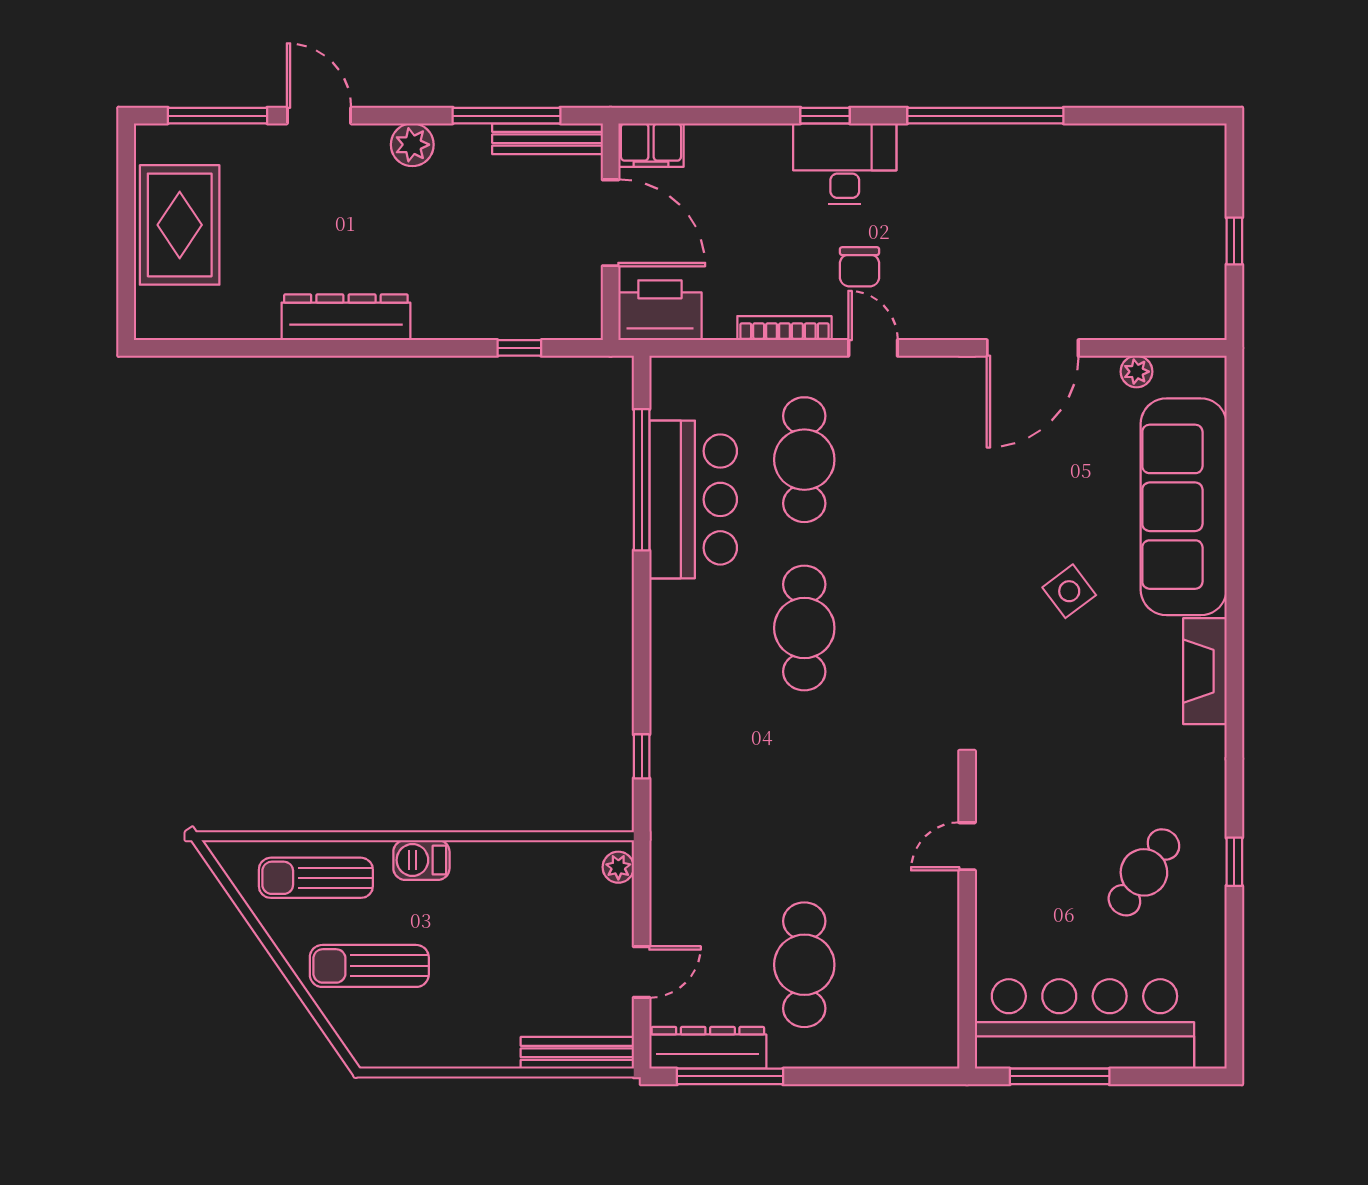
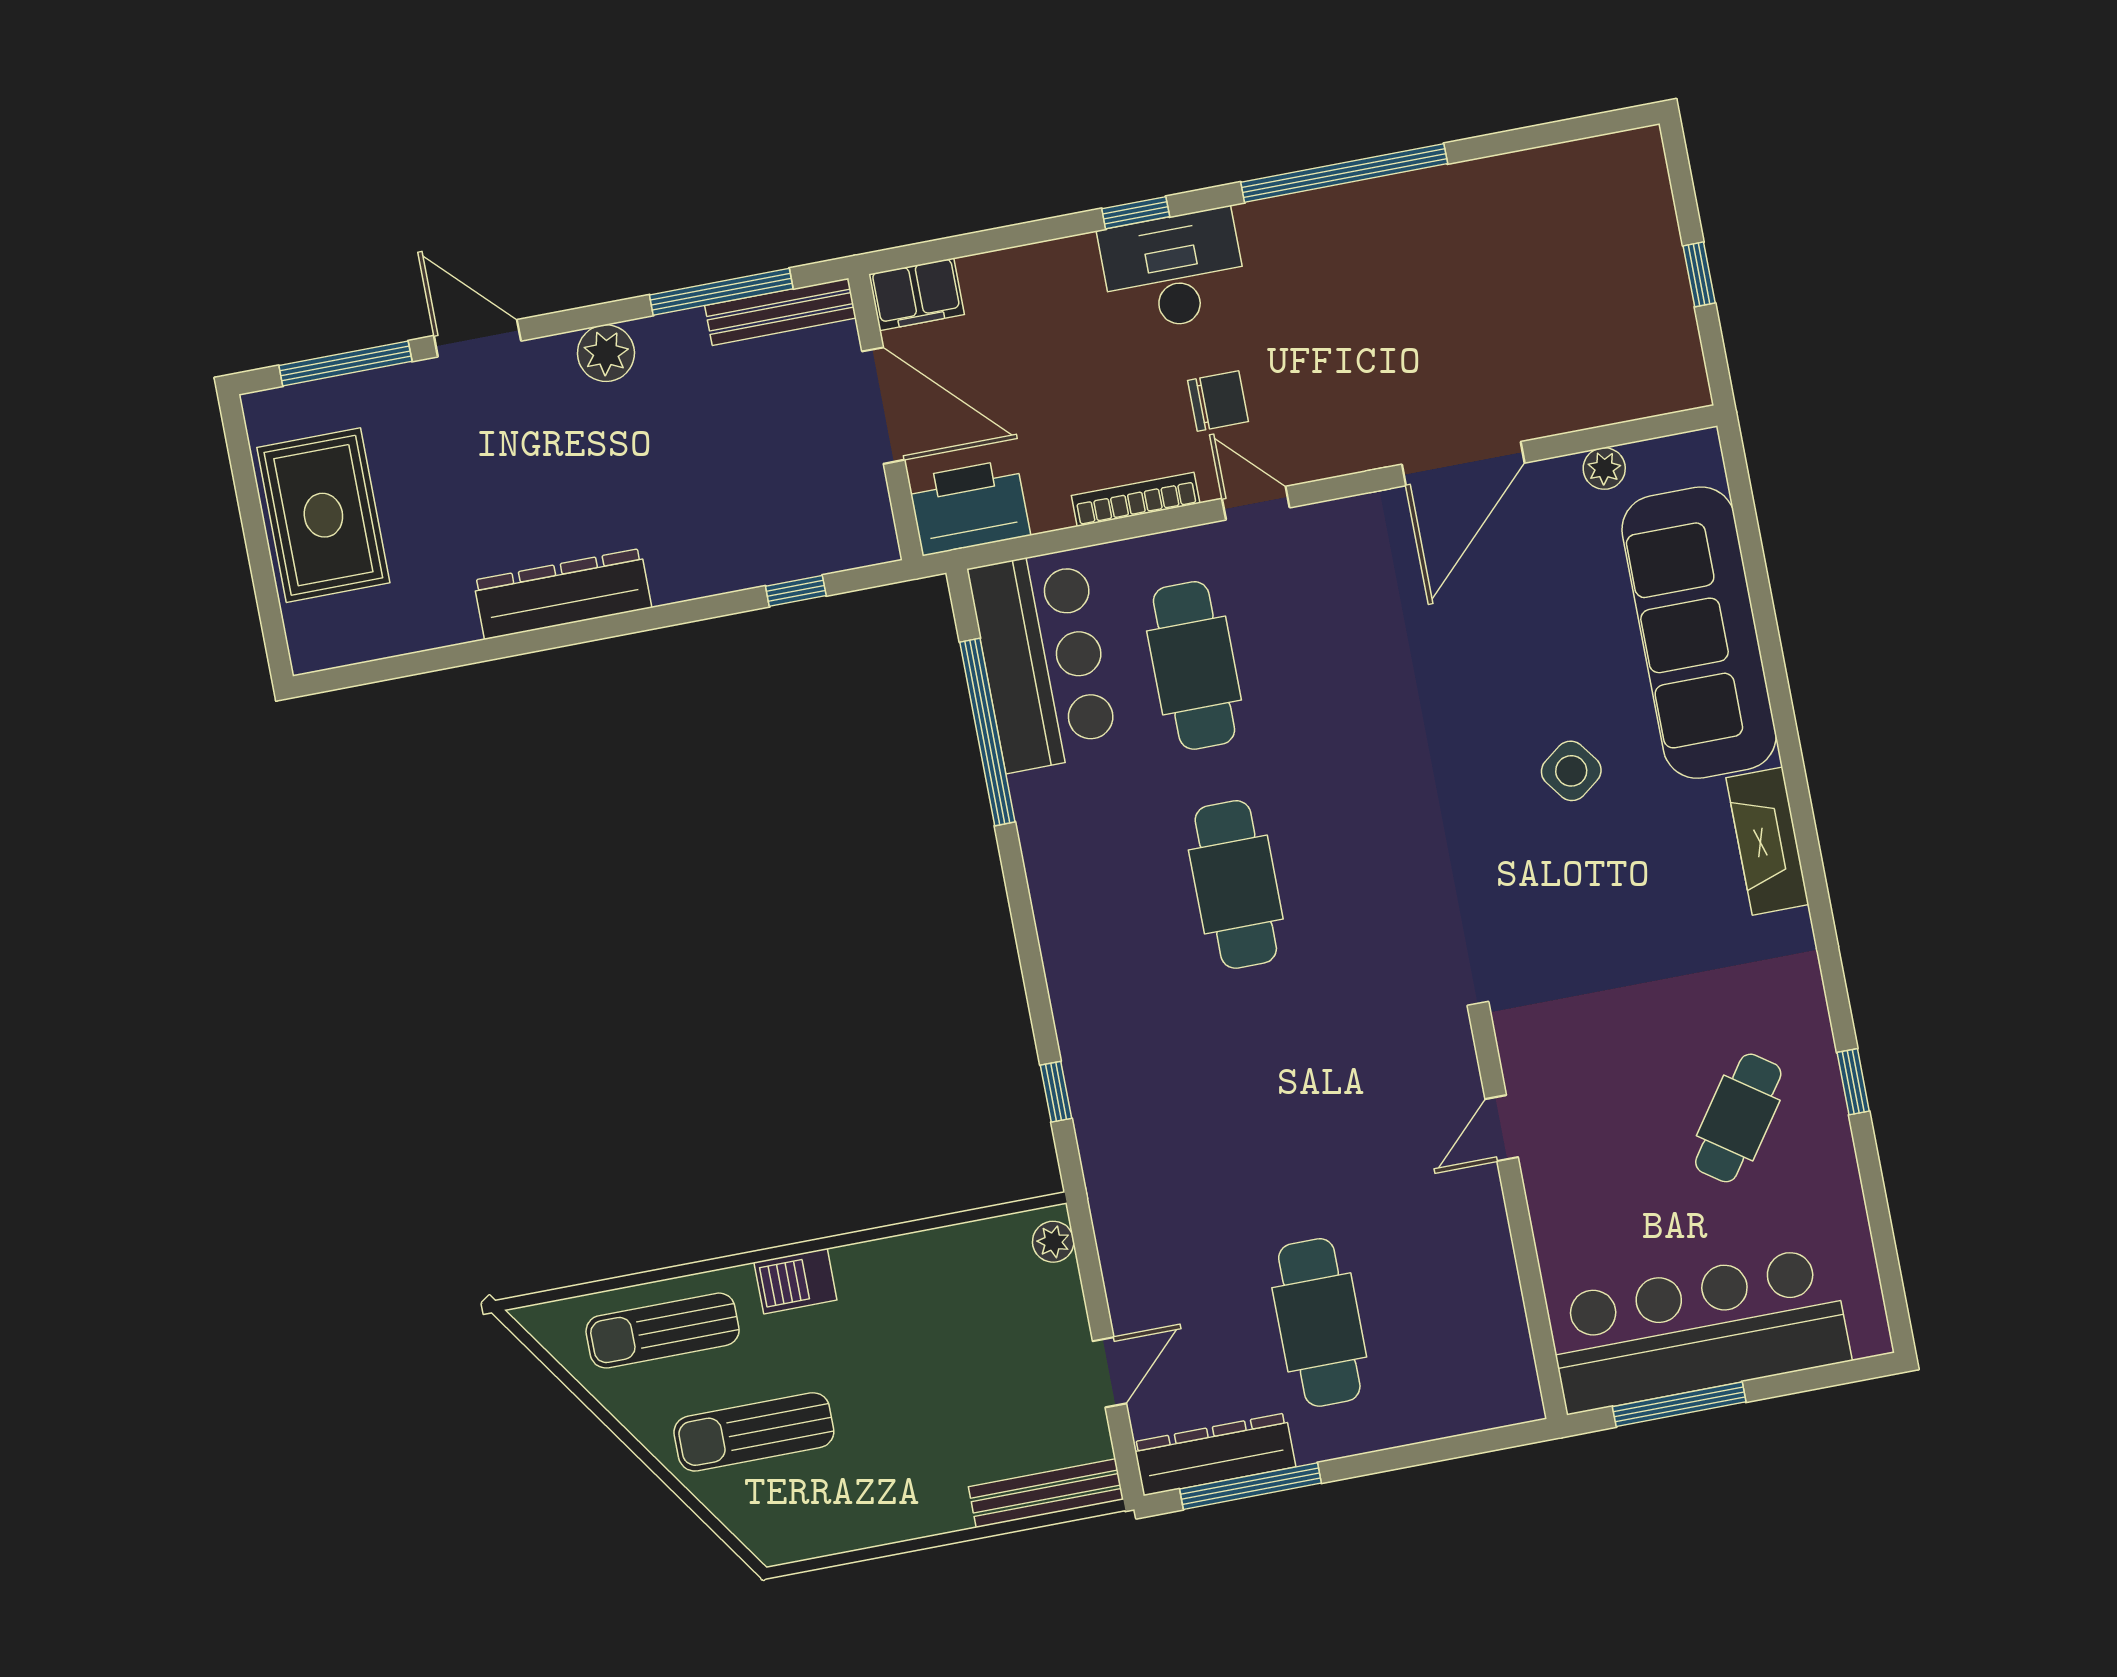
chair: (860, 267) -> (1218, 401), turned -90
bar counter: (693, 499) -> (1043, 661), moved

